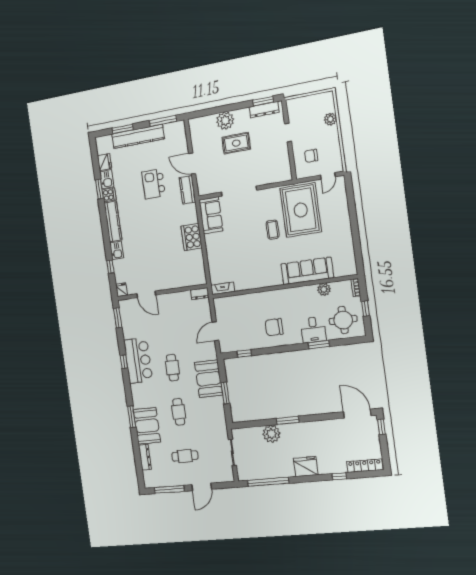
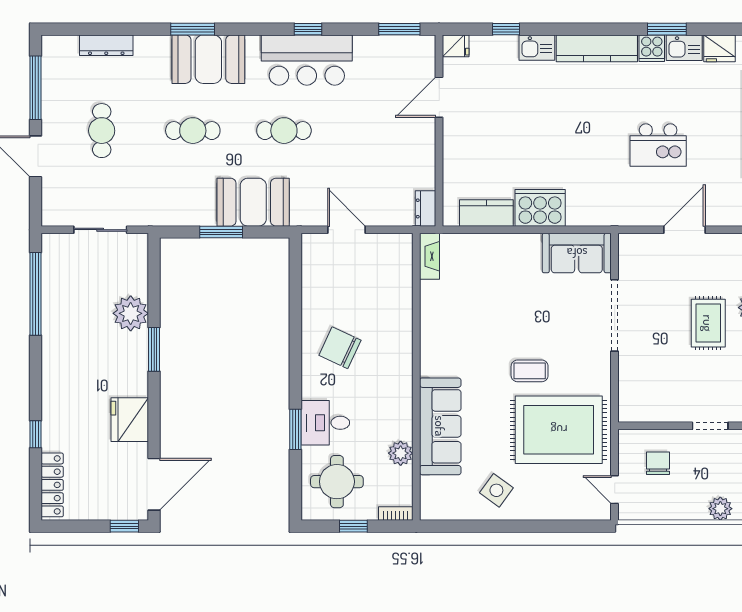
kitchen island: (154, 184) -> (658, 145), turned 180
kitchen counter: (187, 190) -> (486, 213), moved
side table: (337, 237) -> (496, 490), added
chair: (274, 327) -> (340, 348), turned -65
window: (244, 353) -> (295, 282), removed
booth: (147, 426) -> (208, 59), moved
fridge: (306, 467) -> (130, 420), moved, turned 180

